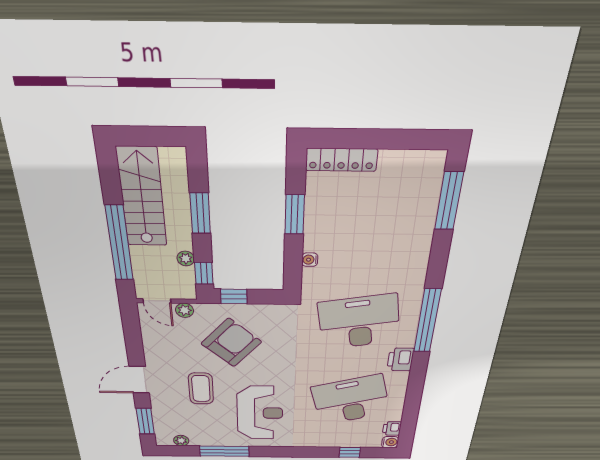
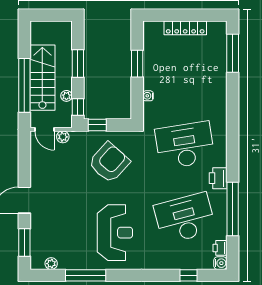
locker: (341, 160) -> (185, 28), moved
stairs: (142, 198) -> (42, 78), moved
window: (427, 321) -> (233, 209), moved
armchair: (231, 343) -> (109, 163), moved
coffee table: (201, 389) -> (70, 208), removed

